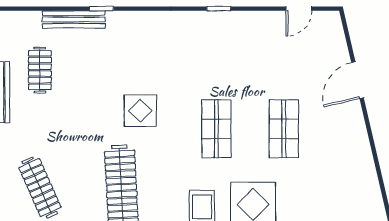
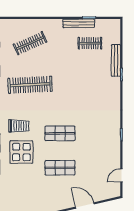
door: (299, 9) -> (121, 175), hinge flipped
display table: (140, 111) -> (69, 94), removed

